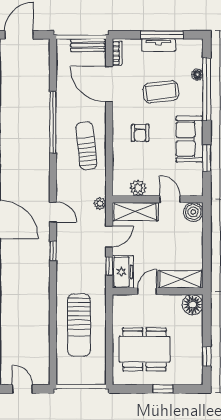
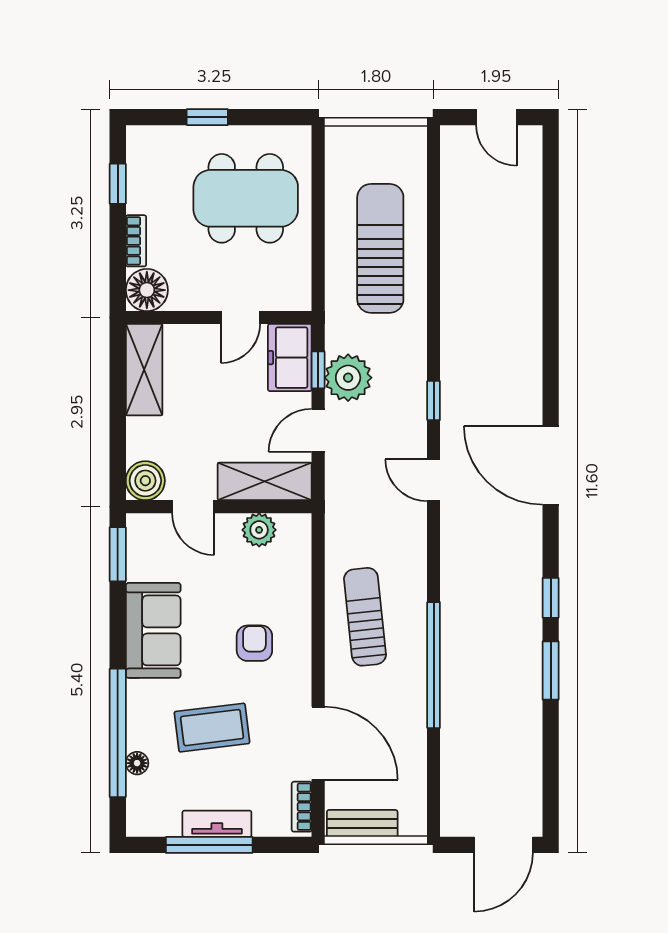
sun lounger: (86, 146) -> (365, 617), turned 180
window: (207, 158) -> (118, 554), moved
plant: (100, 203) -> (348, 378), moved, width x1.87, depth x1.87
shelving: (181, 279) -> (144, 370), moved, turned 90
bookcase: (198, 329) -> (136, 241), added

